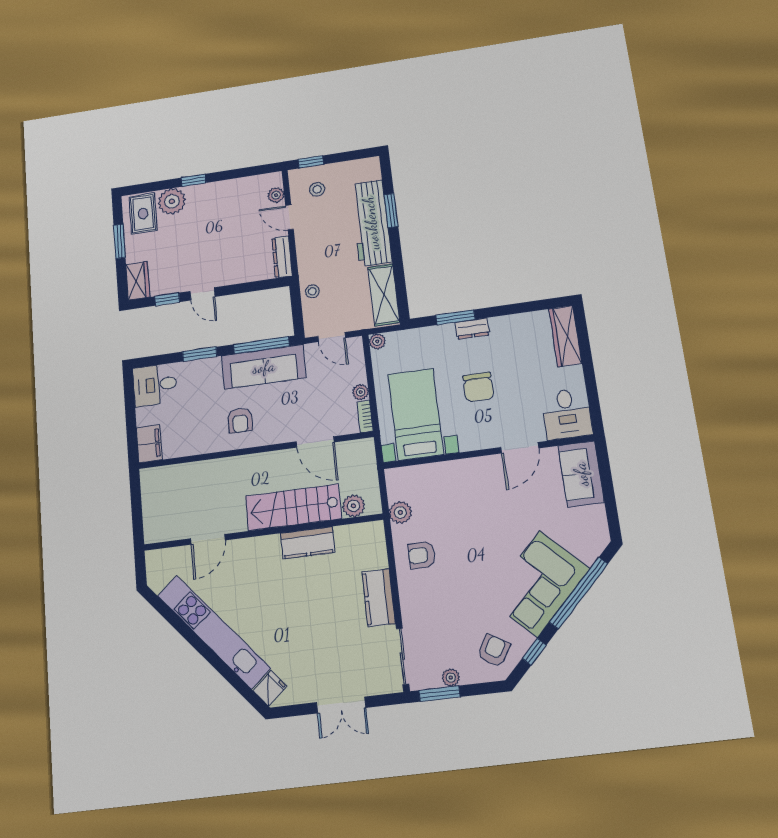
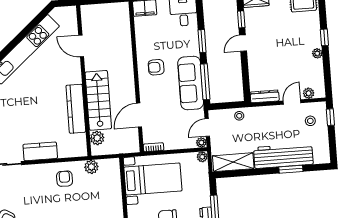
plant: (172, 201) -> (317, 53), moved, width x0.53, depth x0.53
plant: (361, 392) -> (201, 143), moved
kitchen counter: (308, 543) -> (76, 109), width x1.50

